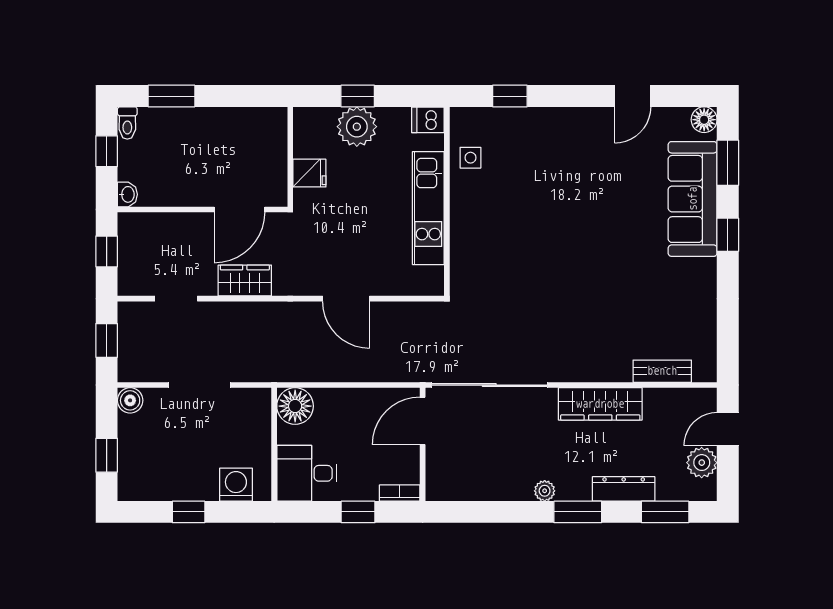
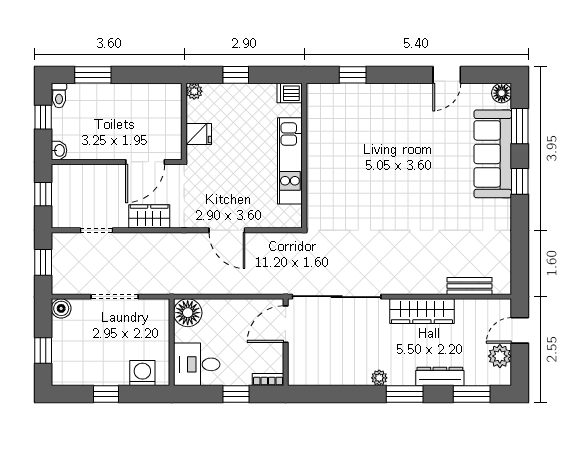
plant: (357, 127) -> (194, 91), moved, width x0.53, depth x0.53
side table: (470, 158) -> (322, 122), removed

